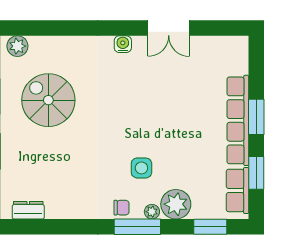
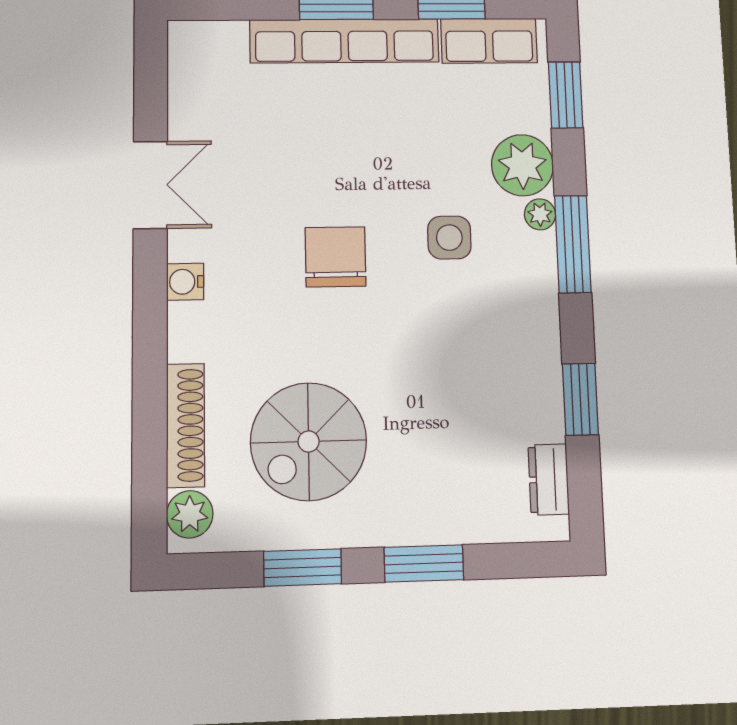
shoe rack: (57, 44) -> (185, 425), added
chair: (122, 208) -> (335, 257), moved, width x1.87, depth x1.87
window: (64, 227) -> (580, 399), added

